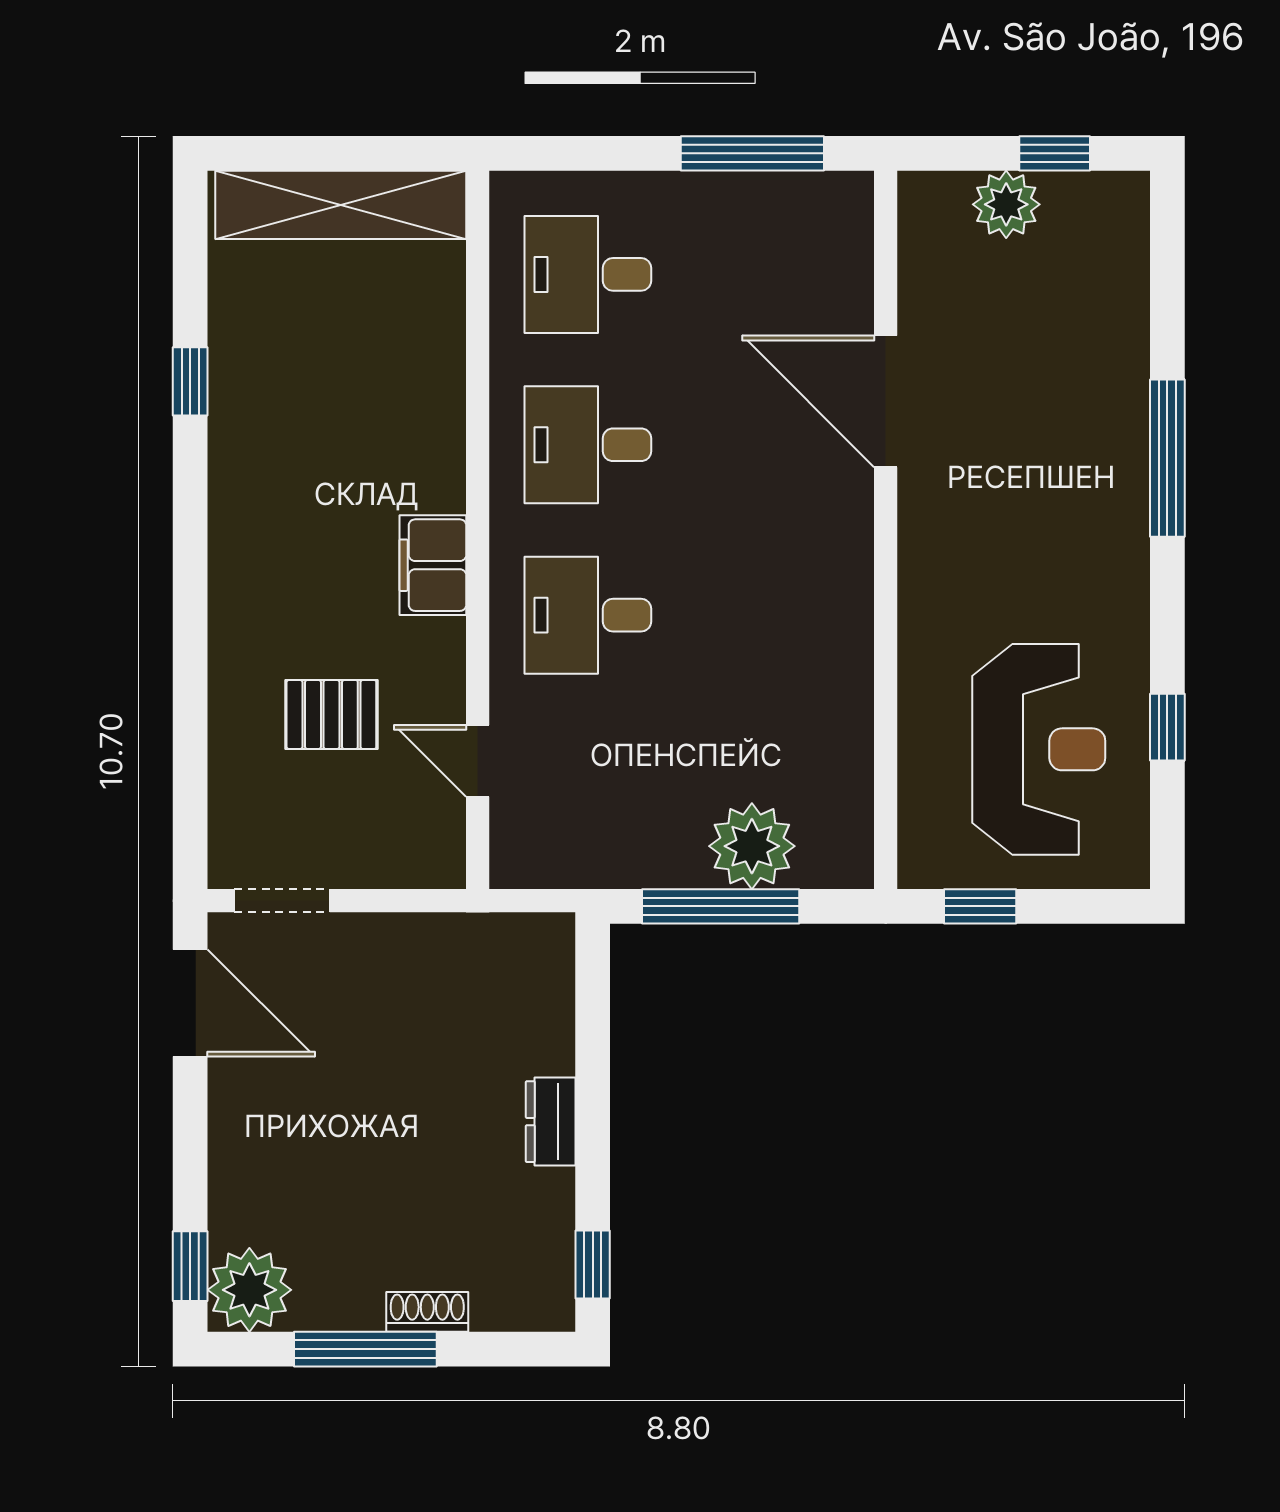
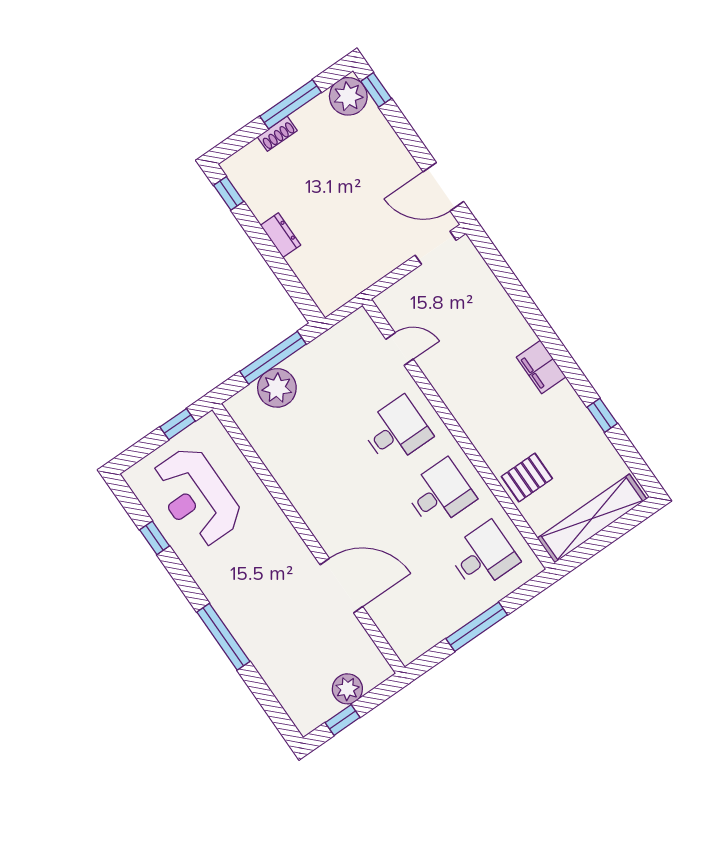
window: (752, 153) -> (477, 627), moved
filing cabinet: (433, 565) -> (541, 367), moved, turned 180
pallet: (331, 715) -> (527, 478), moved

